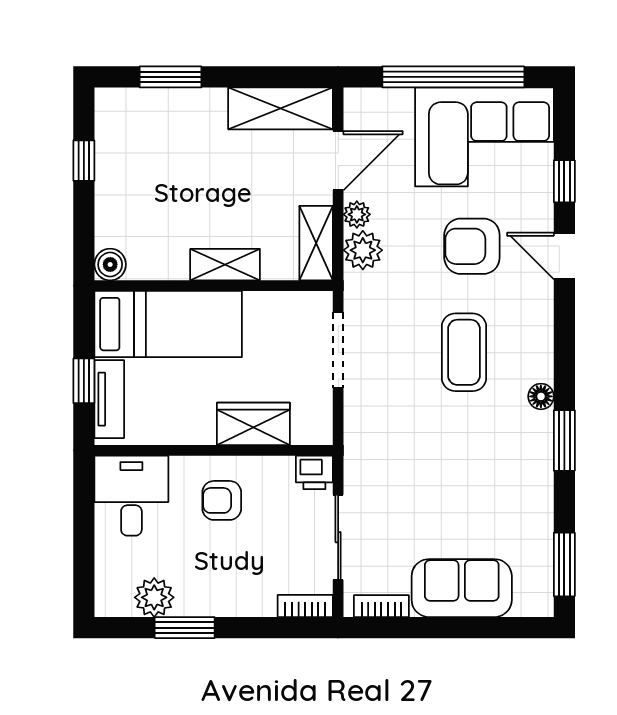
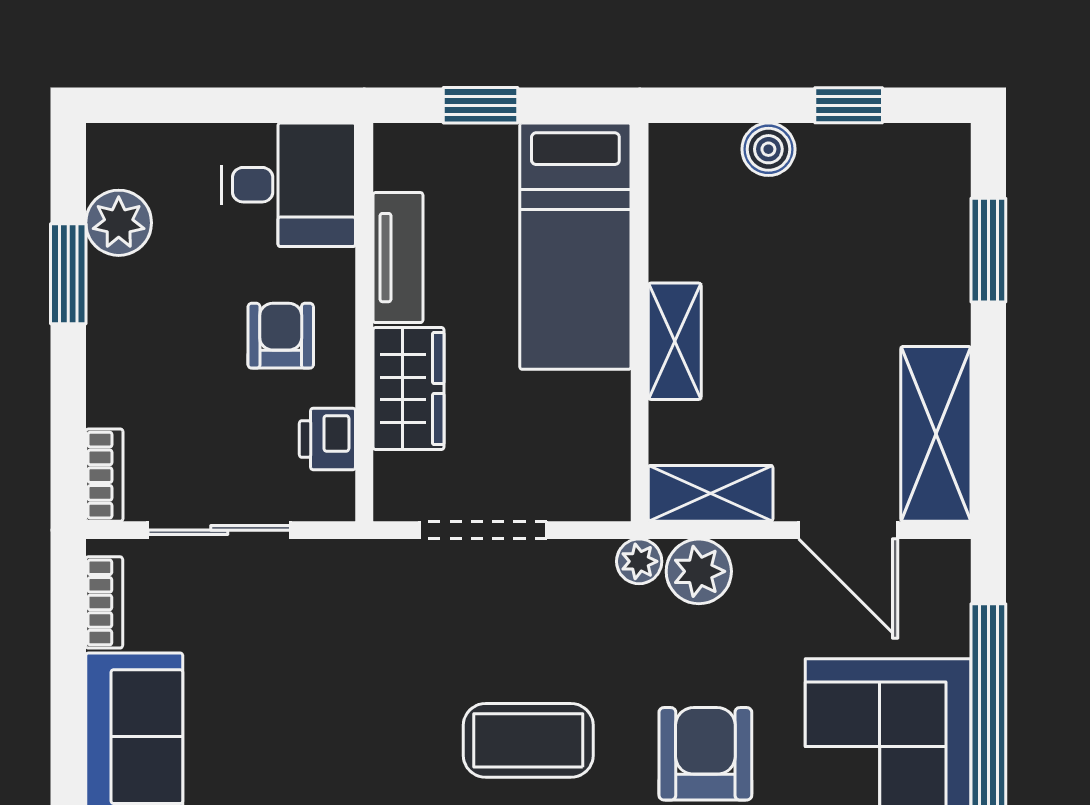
plant: (357, 214) -> (639, 561), moved
boiler: (110, 264) -> (768, 149), moved
doorway: (338, 350) -> (483, 530), moved
tv unit: (109, 399) -> (398, 258), moved, turned -90
printer: (314, 472) -> (327, 439), moved

